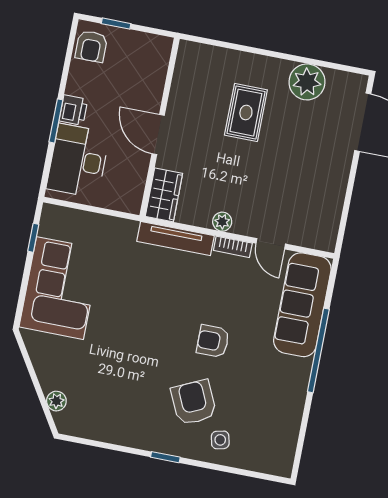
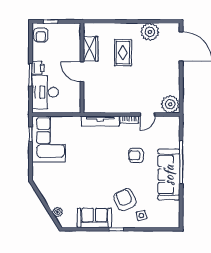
wardrobe: (164, 195) -> (91, 49), moved
plant: (222, 222) -> (170, 104), moved, width x1.88, depth x1.88
door: (271, 244) -> (148, 115), hinge flipped
corner sofa: (60, 288) -> (48, 139), moved
sofa: (302, 305) -> (169, 175), moved
armchair: (213, 341) -> (136, 155), moved
sofa: (126, 427) -> (94, 218), added

